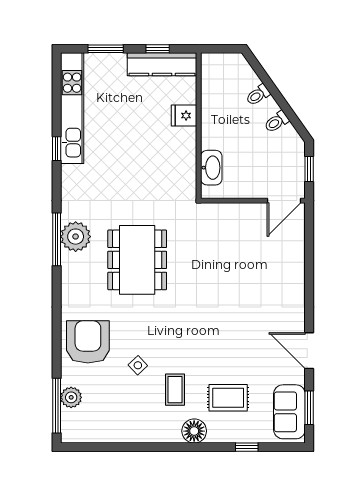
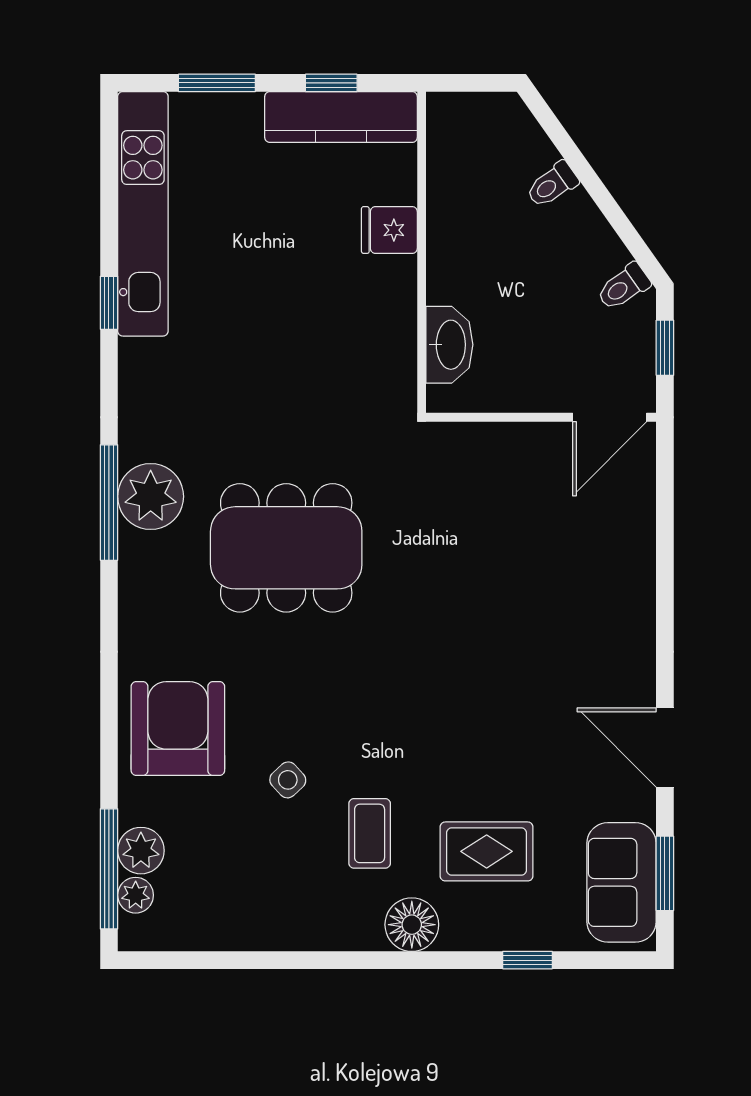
toilet: (277, 122) -> (623, 287), moved
dining table: (137, 260) -> (286, 548), turned 90
plant: (69, 418) -> (136, 895), added

